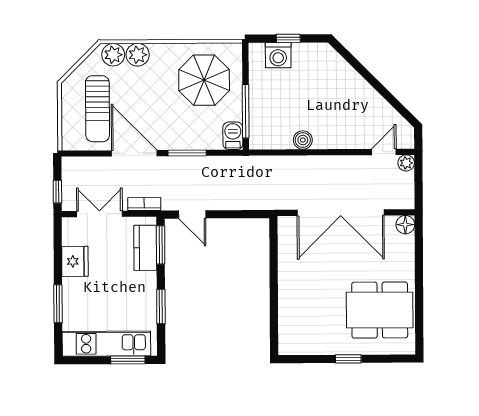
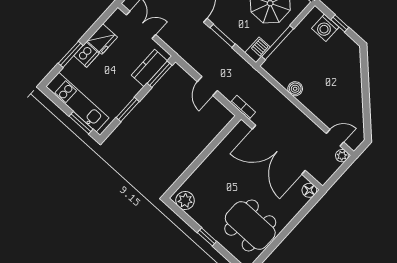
bookcase: (144, 204) -> (243, 107), moved
door: (192, 214) -> (207, 86), moved
dishwasher: (73, 290) -> (86, 55), added
plant: (295, 343) -> (185, 201), added

